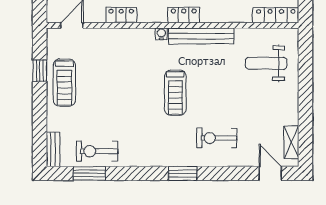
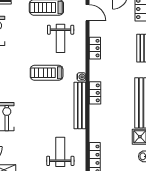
weight bench: (107, 63) -> (61, 38), added
treadmill: (175, 93) -> (47, 73), moved

